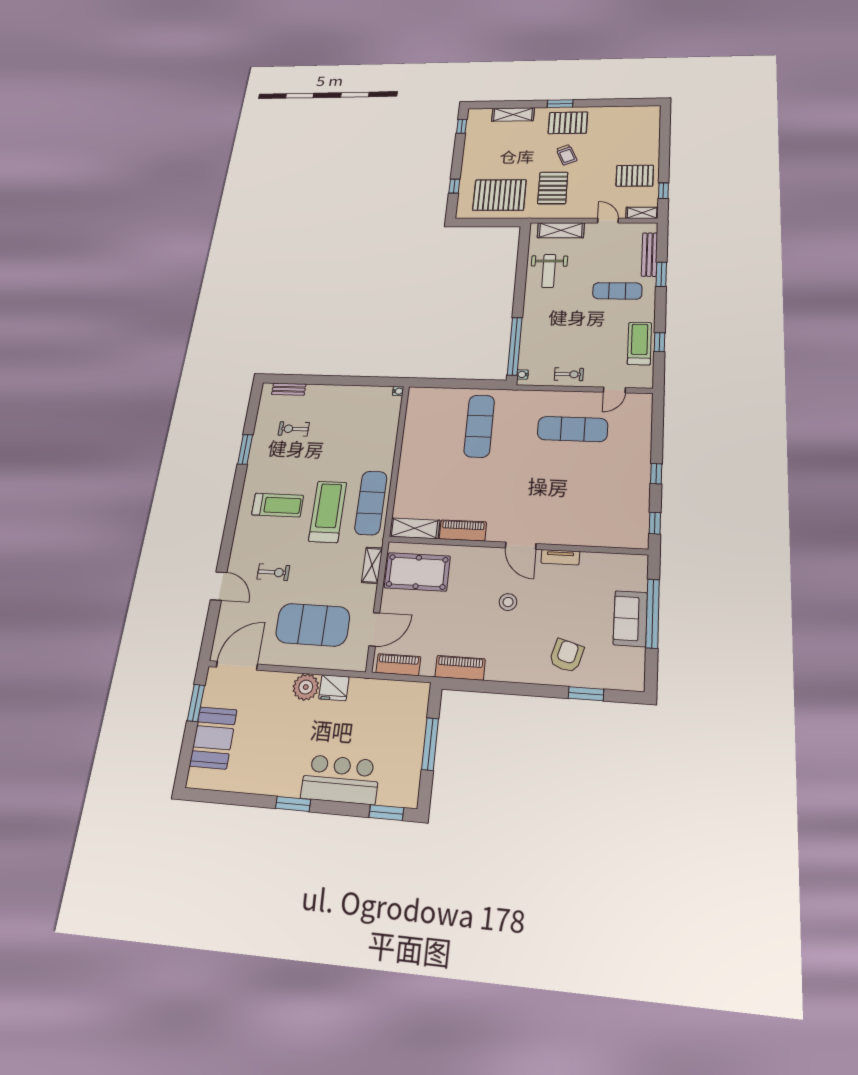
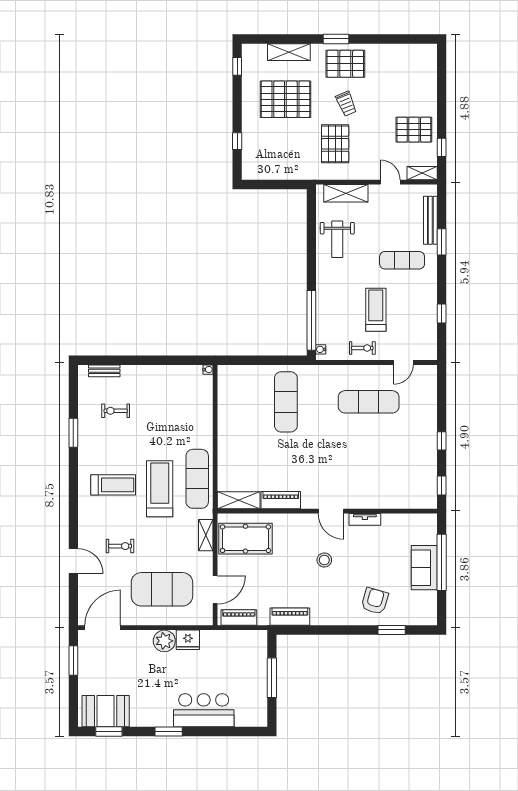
pallet: (499, 195) -> (285, 99), moved
treadmill: (639, 344) -> (376, 310), moved
booth: (213, 738) -> (106, 711), moved, turned 90
window: (386, 813) -> (109, 732), moved

